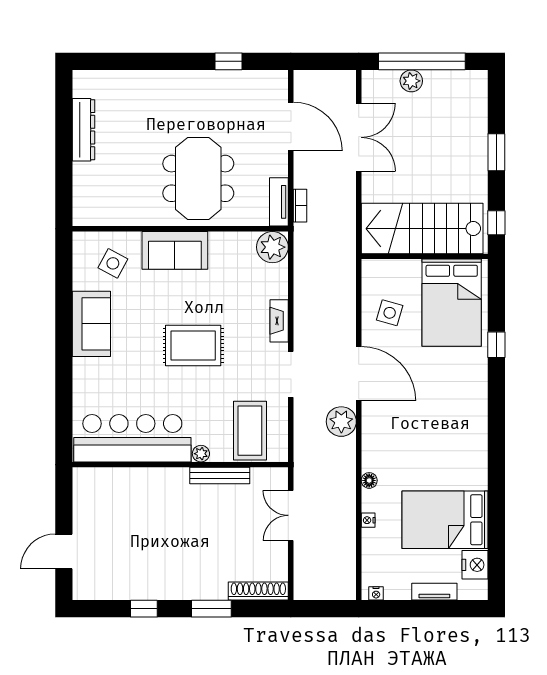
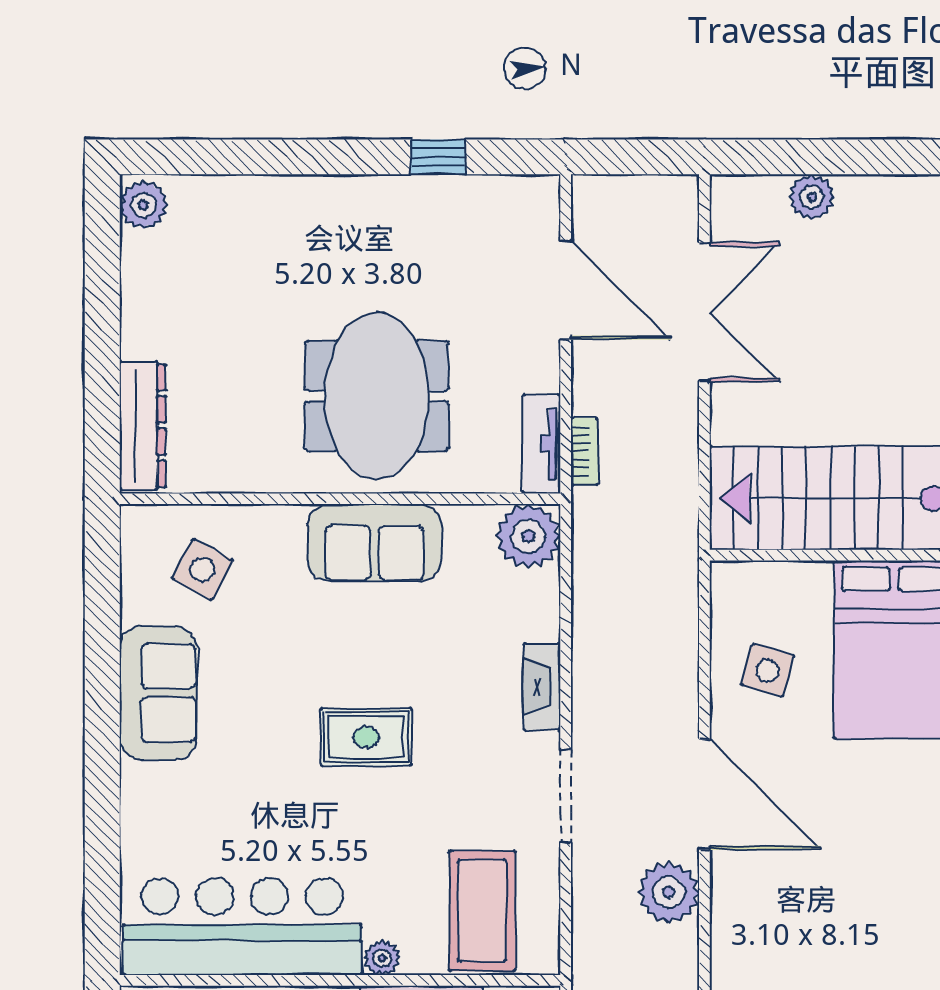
window: (422, 61) -> (833, 157), removed
plant: (84, 85) -> (143, 205), added
dresser: (84, 130) -> (142, 426), moved
sofa: (175, 250) -> (375, 543), moved
rug: (193, 345) -> (366, 737), width x0.73, depth x0.70

